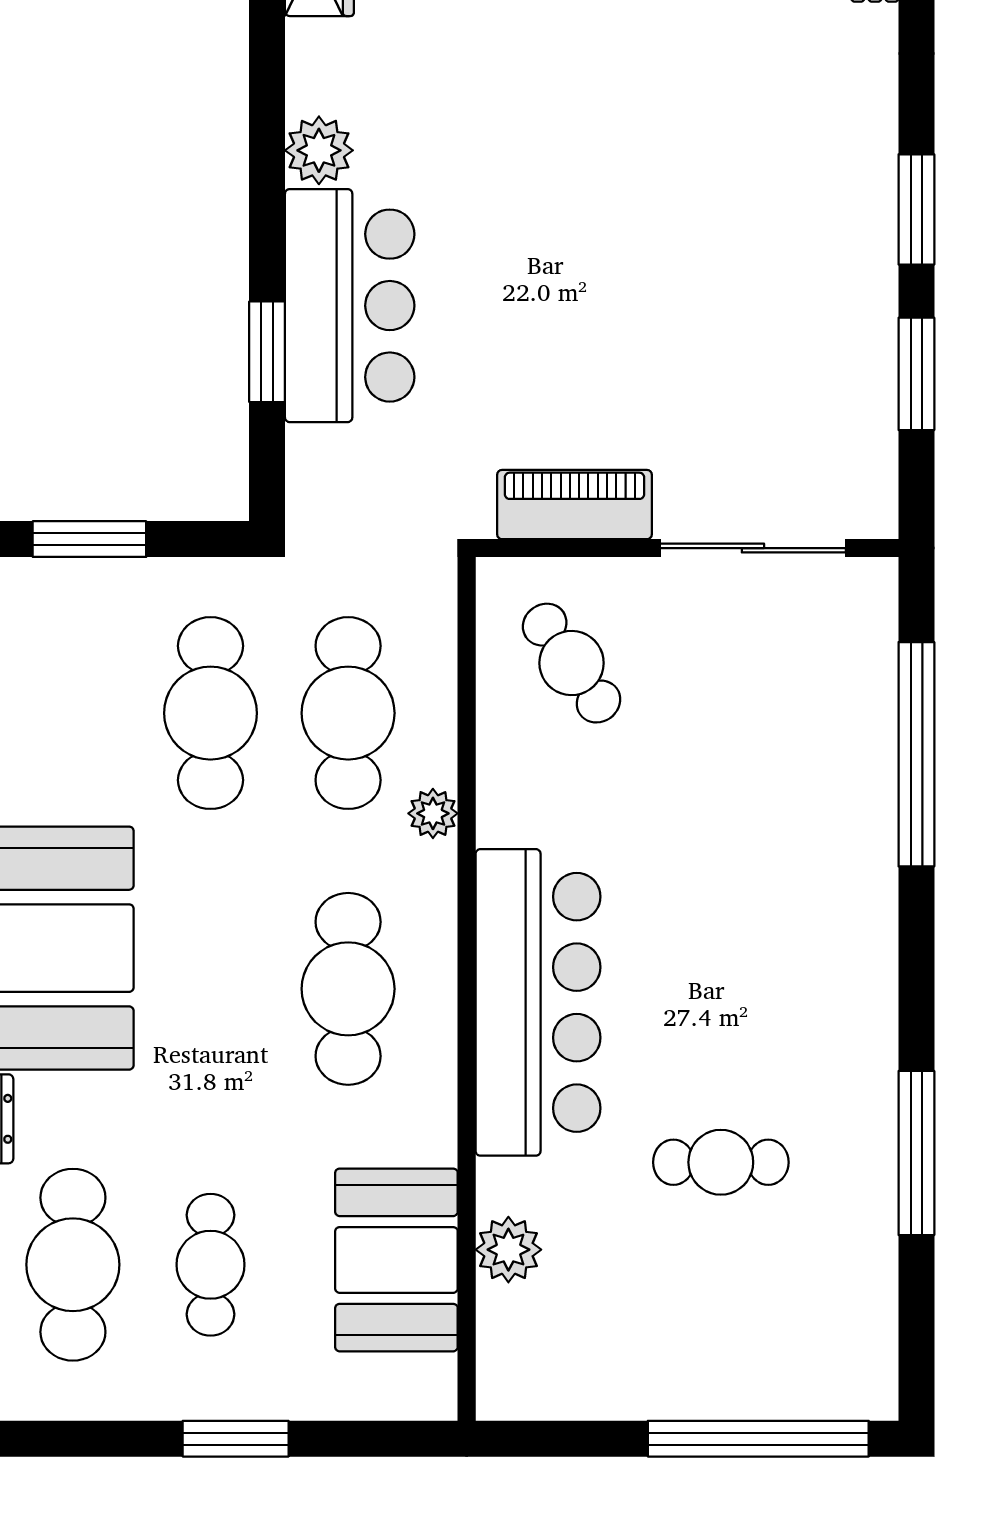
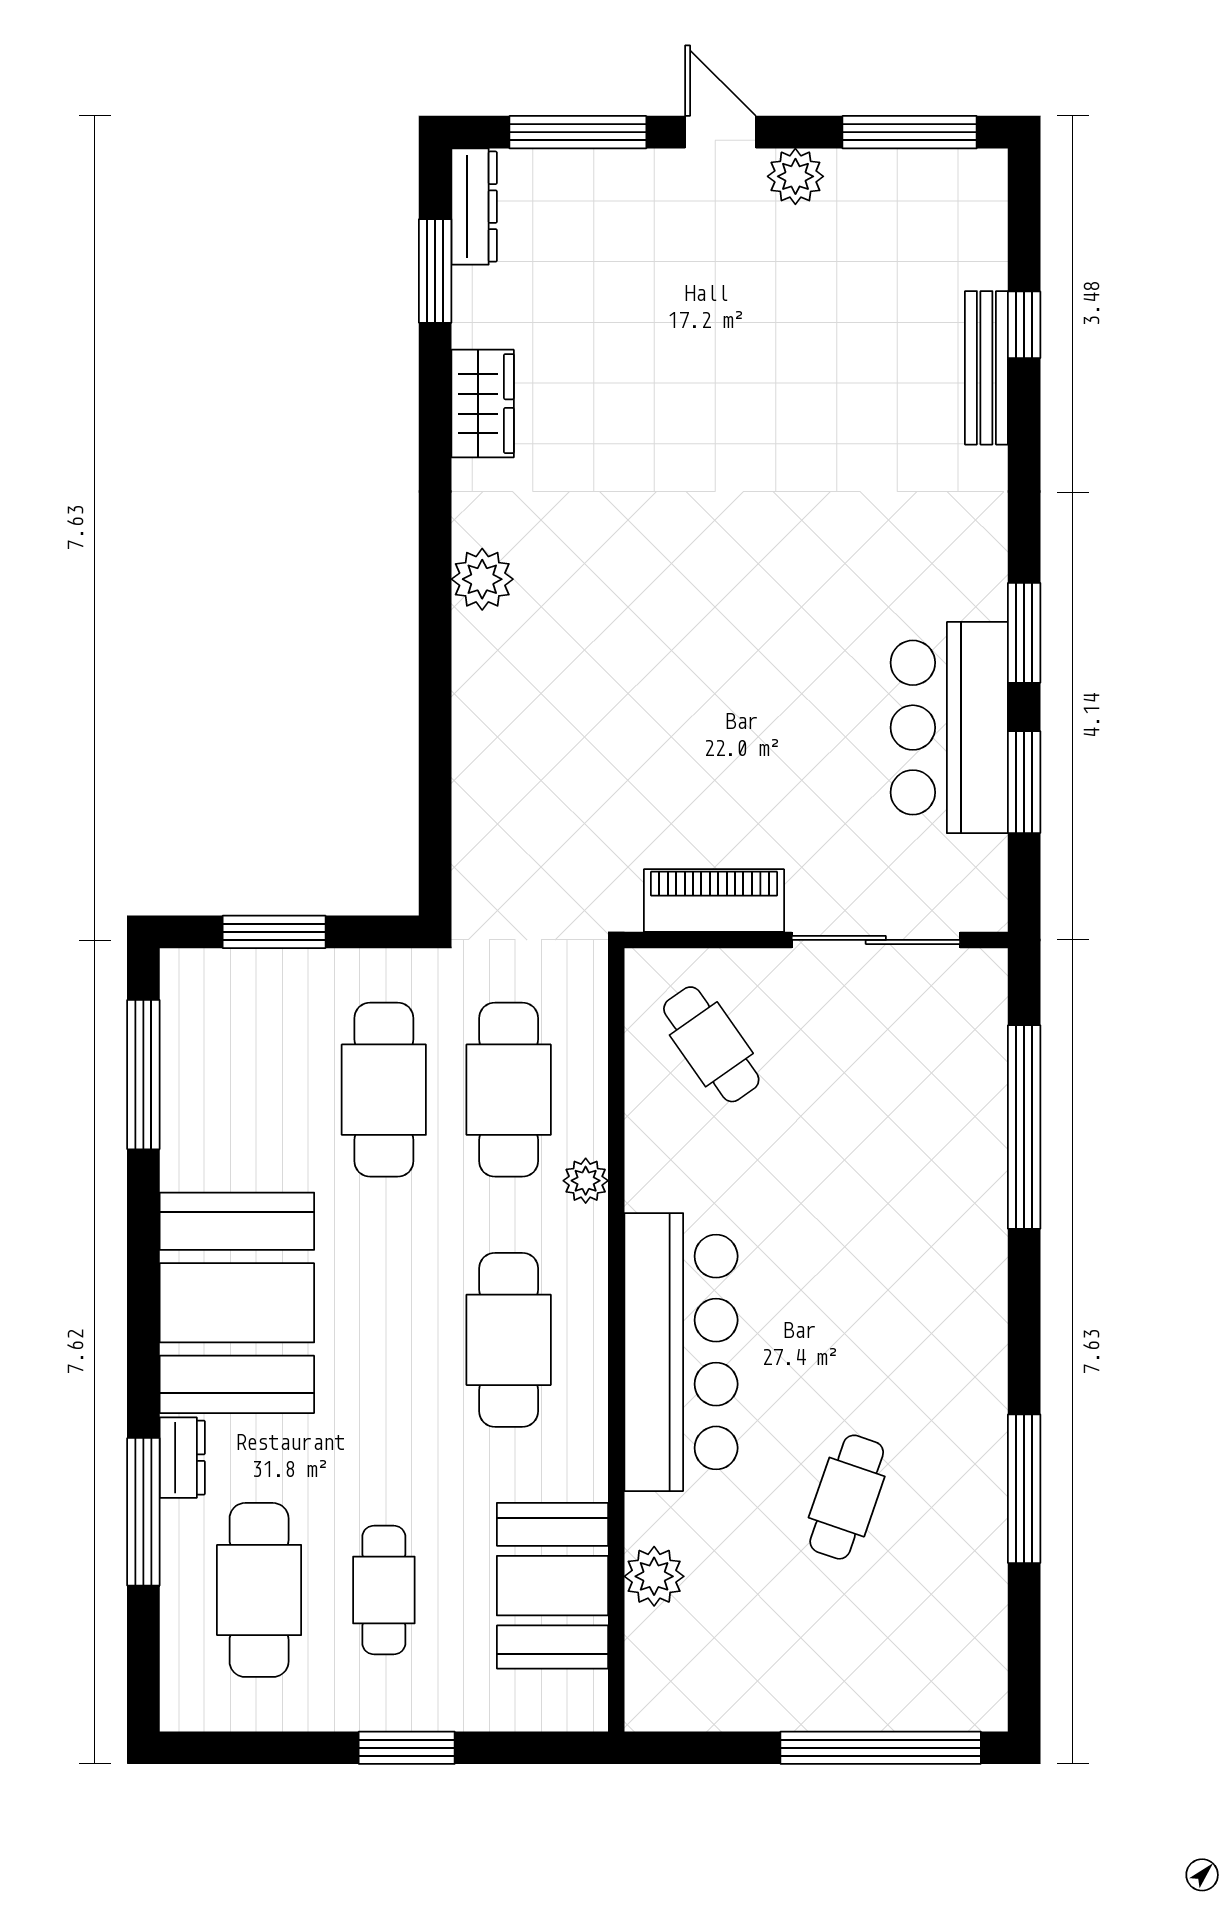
bar counter: (350, 306) -> (949, 728), moved, turned 180
window: (267, 352) -> (435, 762), removed
cafe table: (721, 1162) -> (847, 1497), turned -71

